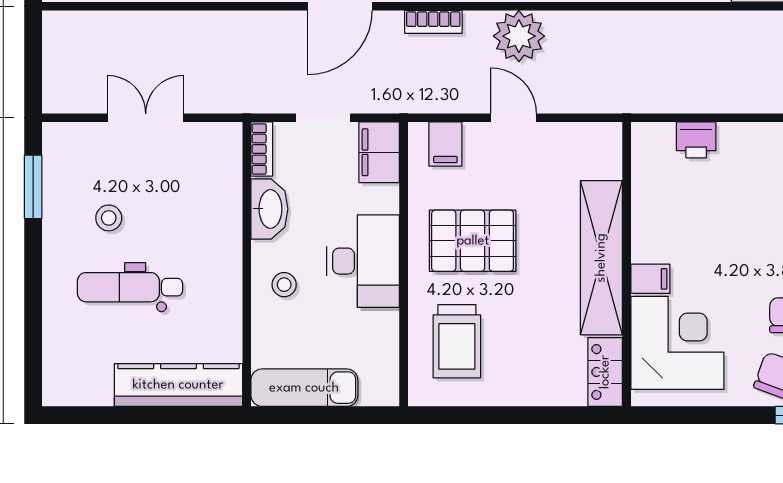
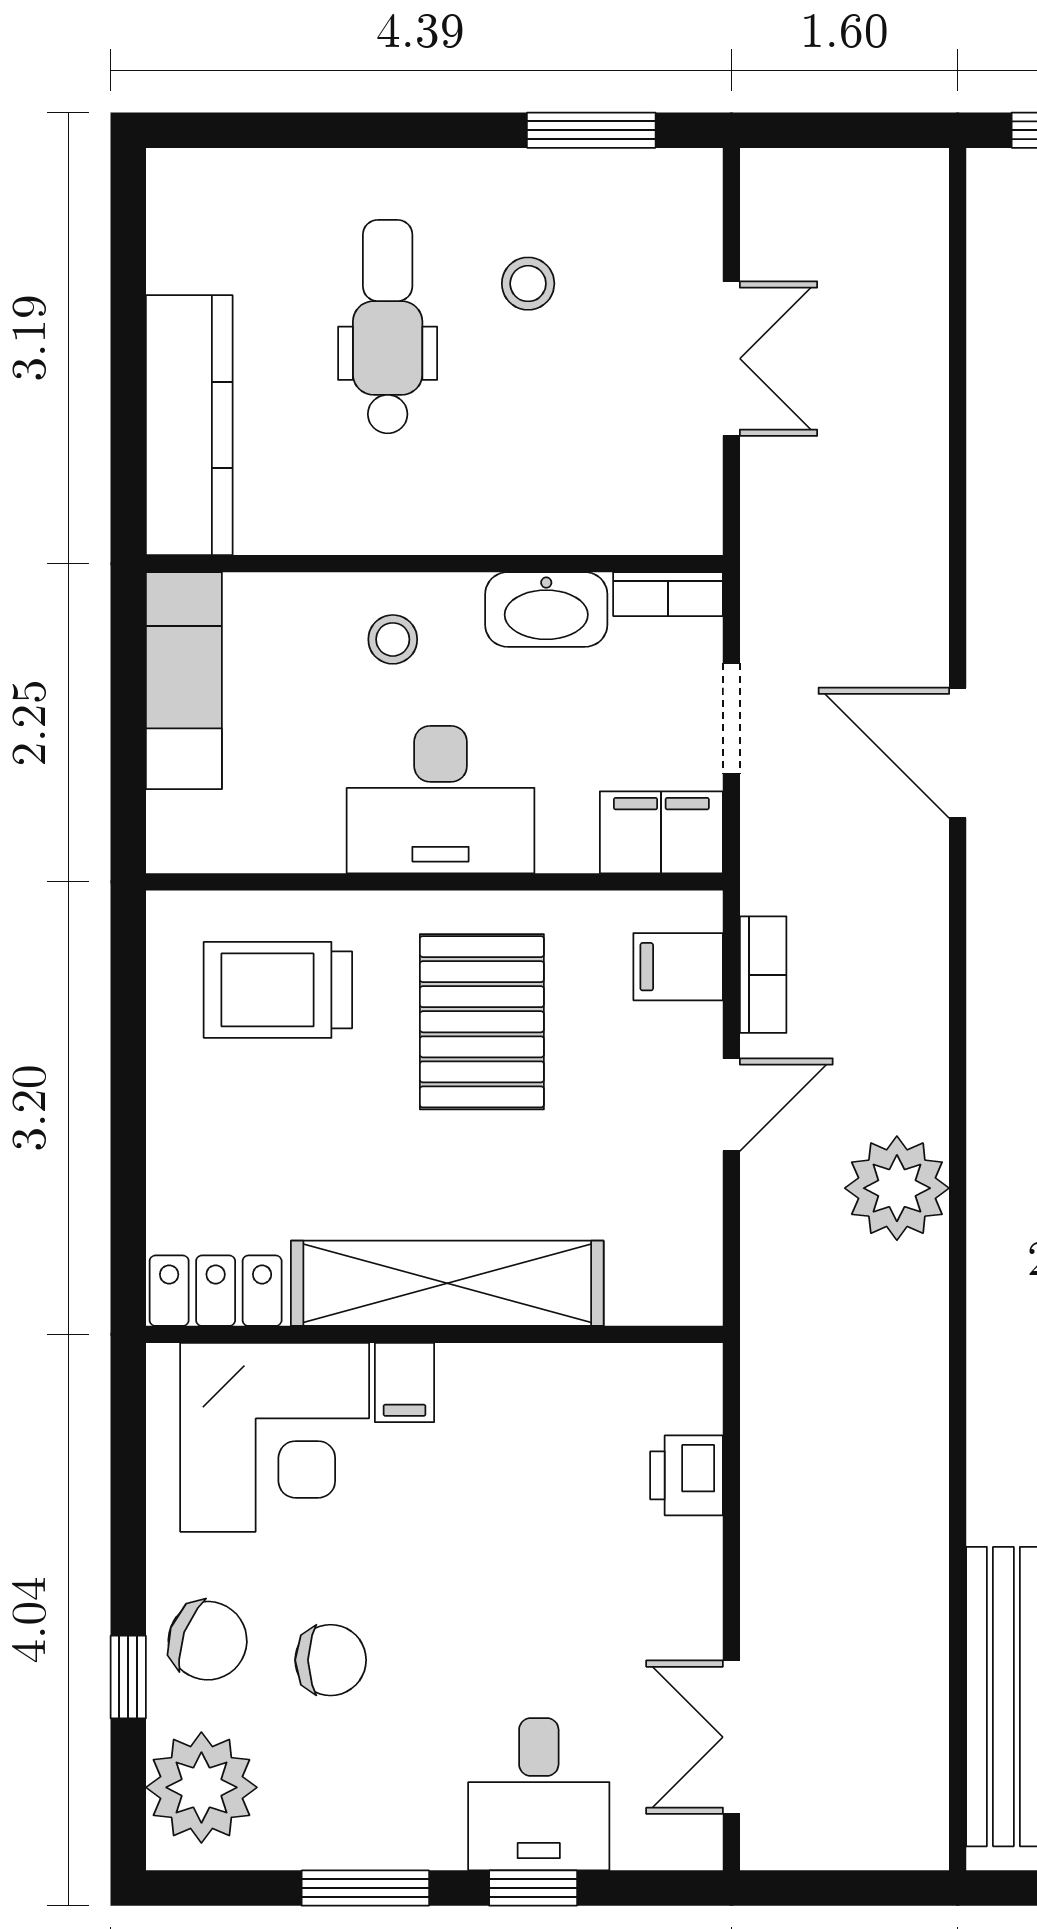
bookcase: (433, 22) -> (763, 975), moved, turned 180
plant: (519, 36) -> (897, 1188), moved

